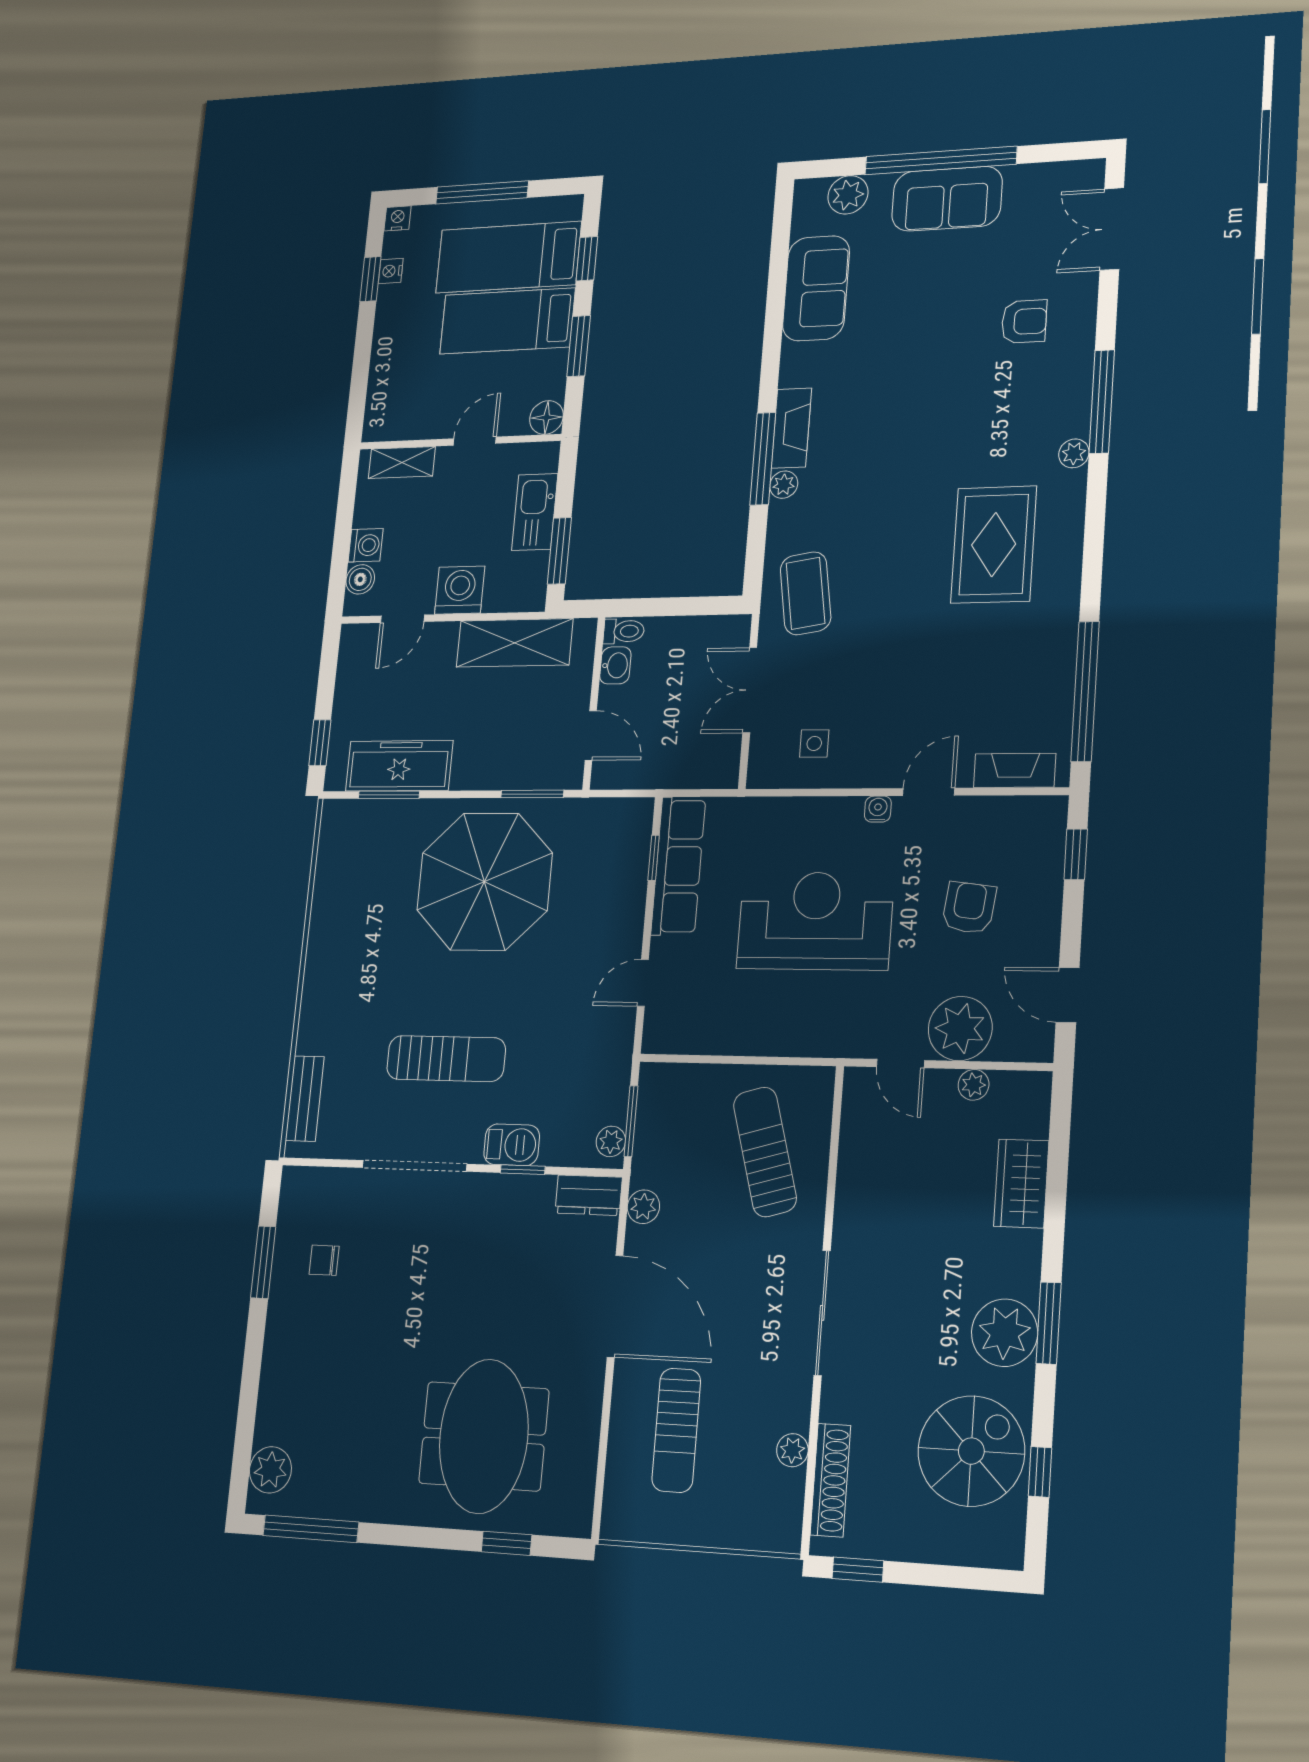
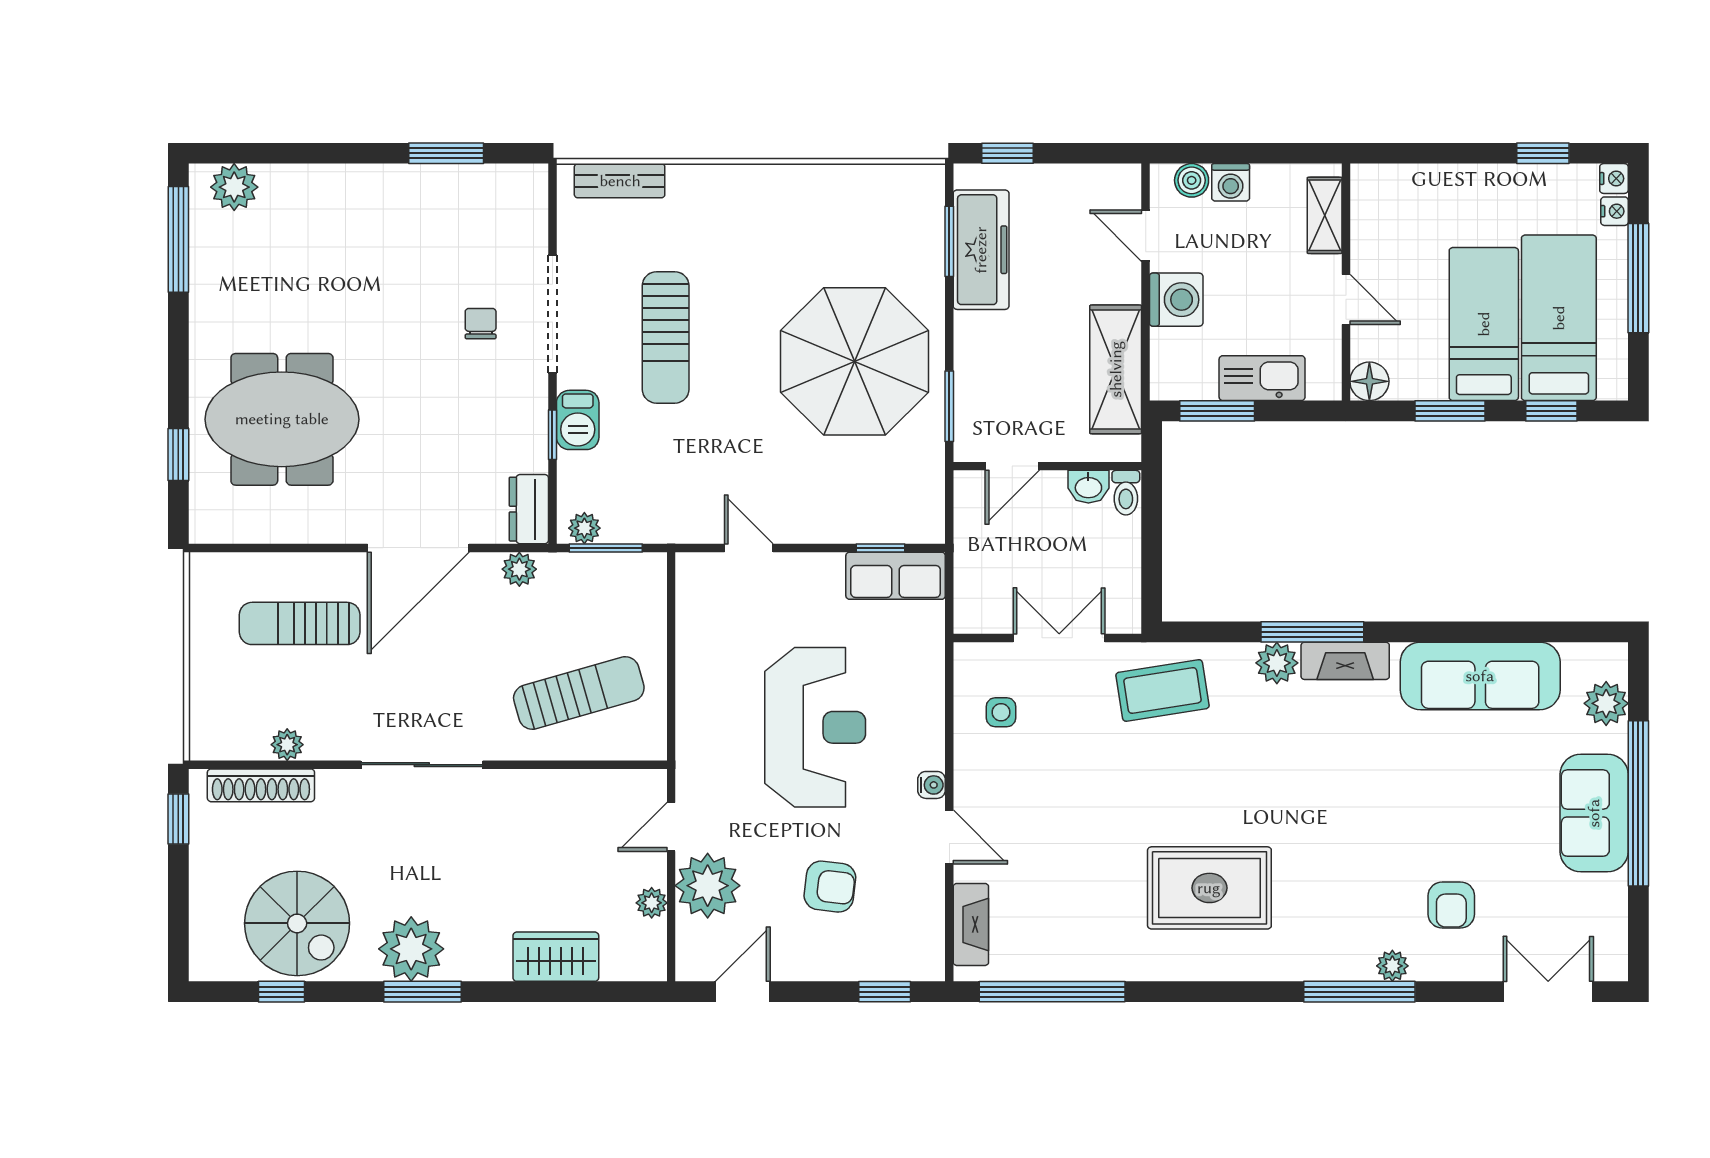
nightstand: (391, 271) -> (1615, 211), moved, turned 90
sofa: (816, 288) -> (1480, 676), width x1.36
plant: (1074, 453) -> (1392, 966), moved
plant: (784, 485) -> (1277, 663), width x1.38, depth x1.38
row of seats: (678, 866) -> (896, 576), width x0.68
chair: (324, 1260) -> (481, 324), moved

